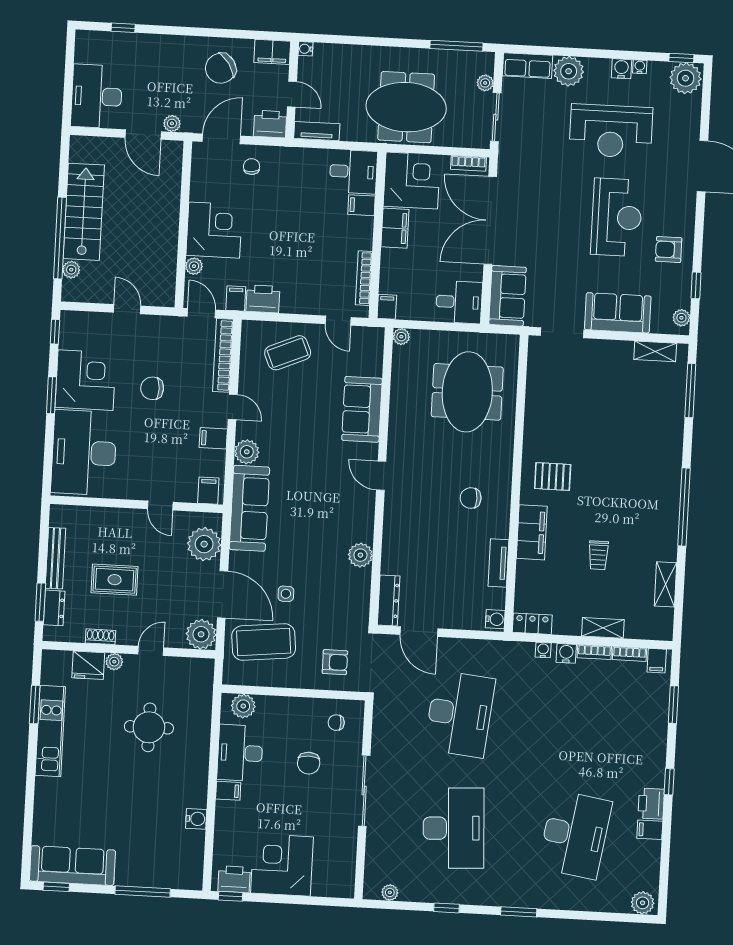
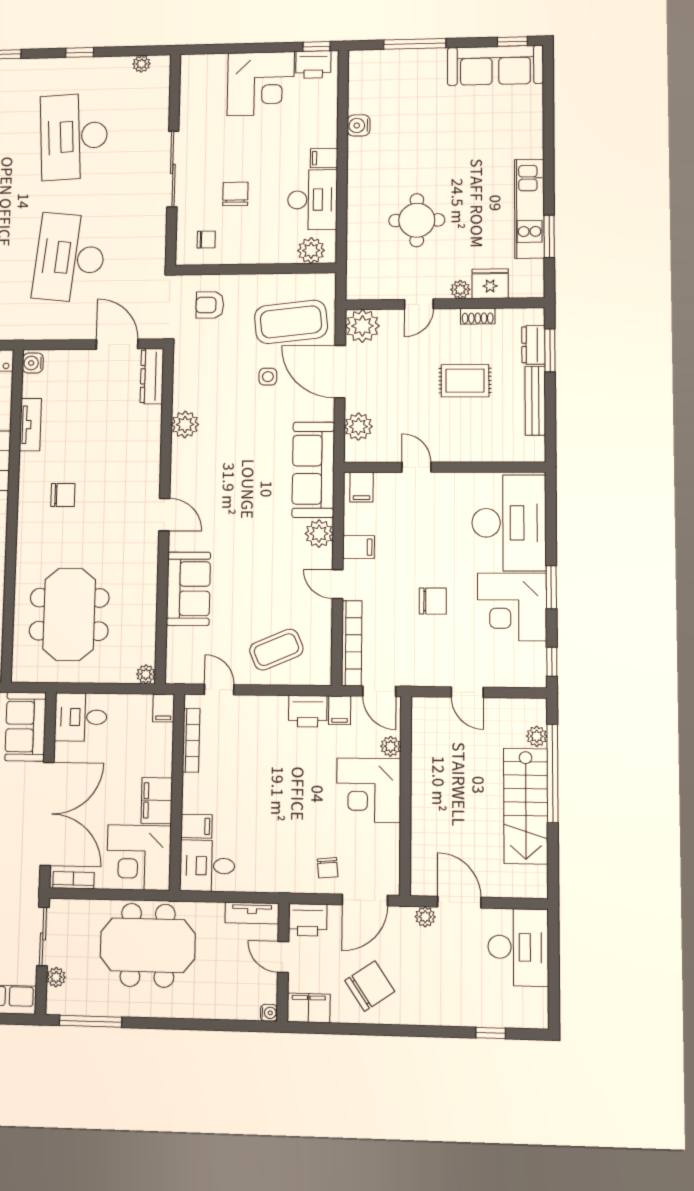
plant: (204, 544) -> (358, 427), width x0.73, depth x0.73

